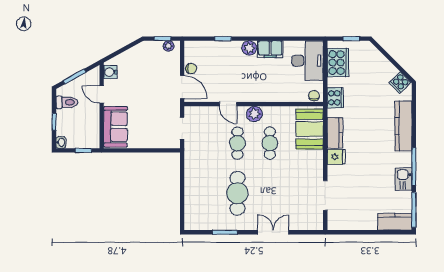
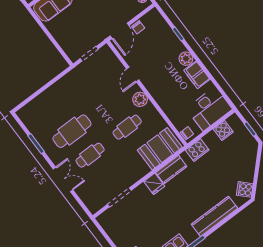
cooker: (338, 63) -> (223, 131), width x0.53, depth x0.76
cafe table: (237, 143) -> (90, 155), moved

